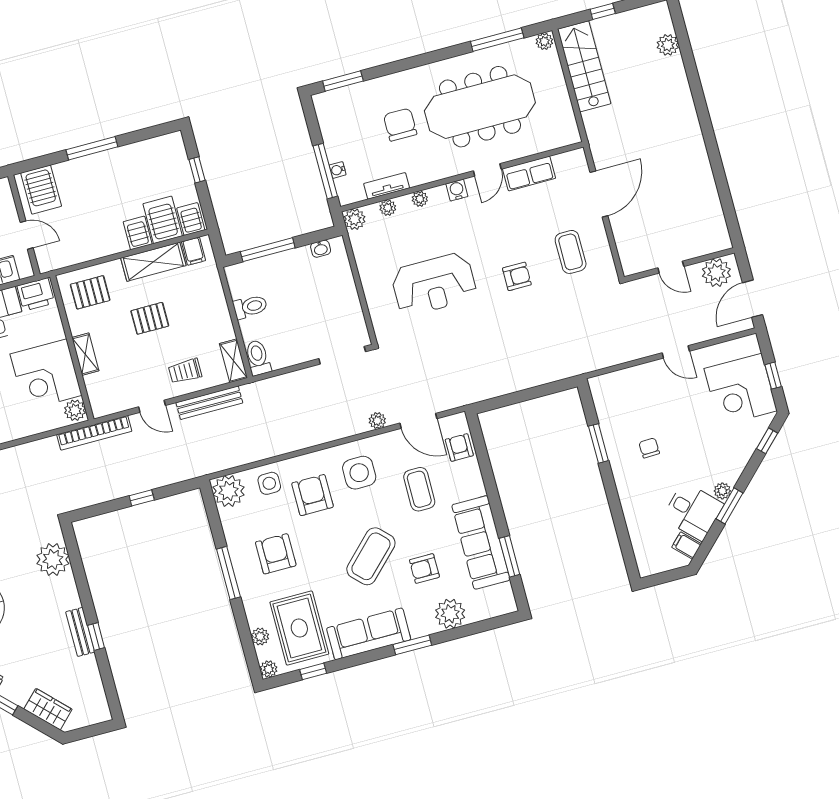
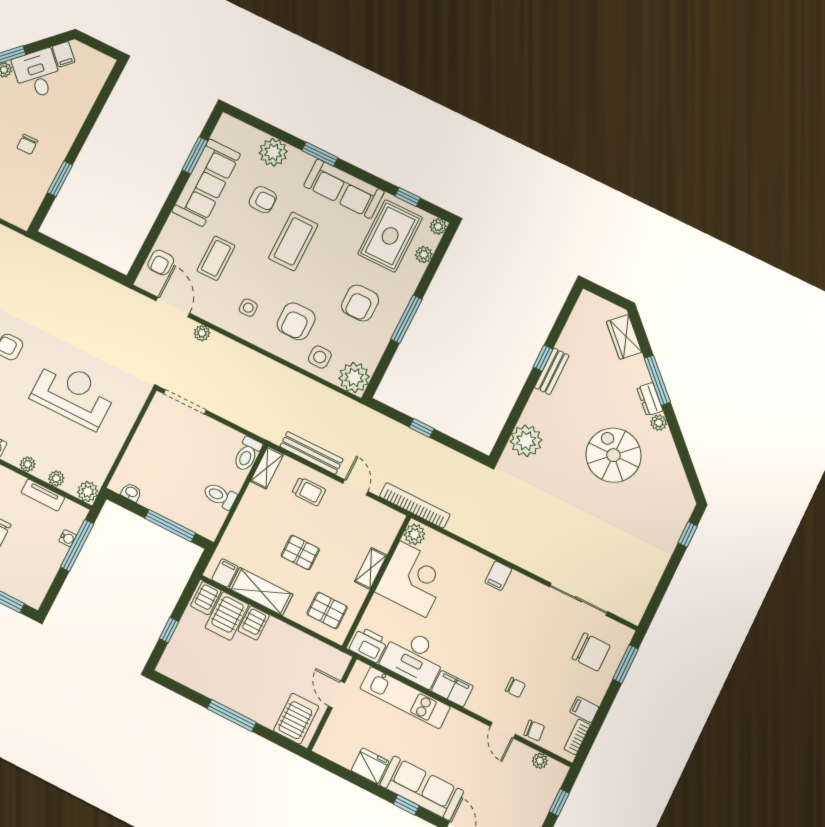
side table: (359, 473) -> (248, 308), width x0.54, depth x0.54
coffee table: (371, 556) -> (293, 241), turned -45

